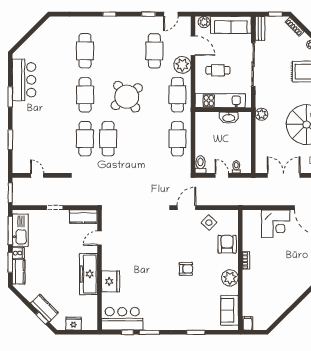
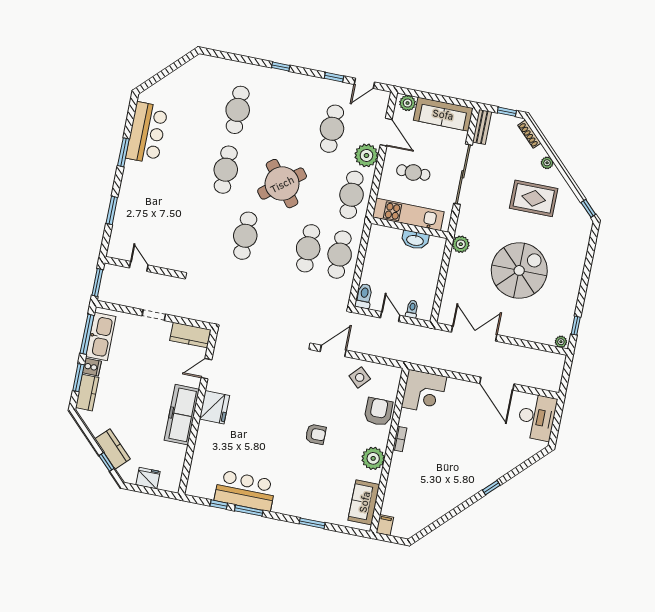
cafe table: (85, 139) -> (308, 248), moved
corner desk: (276, 224) -> (424, 392), moved
fridge: (111, 281) -> (214, 407), moved
bar counter: (122, 319) -> (245, 491), moved

